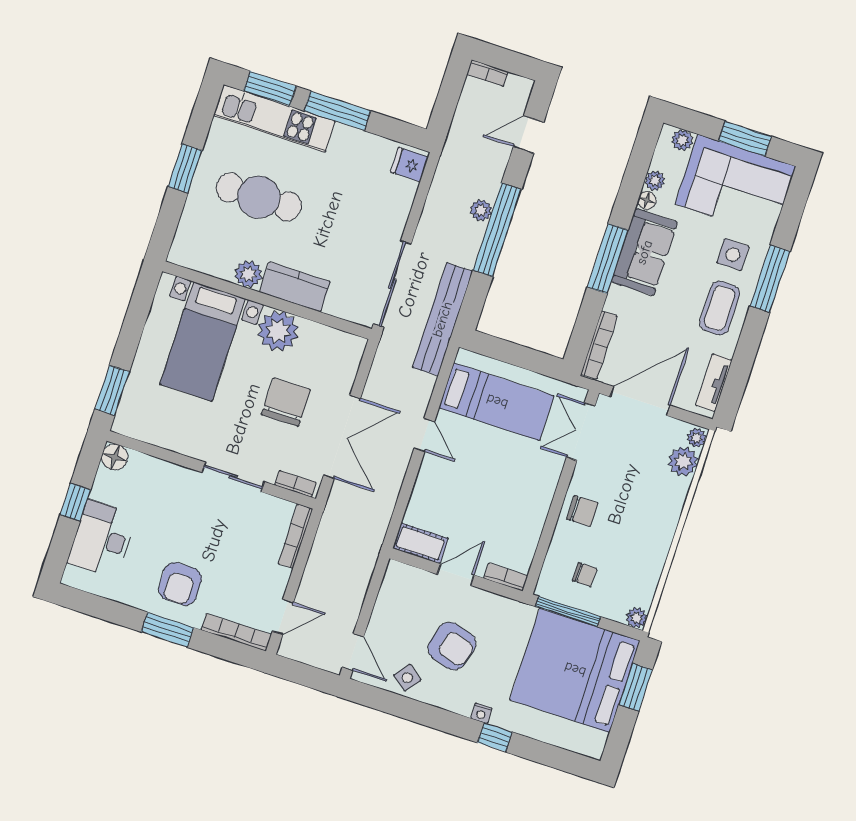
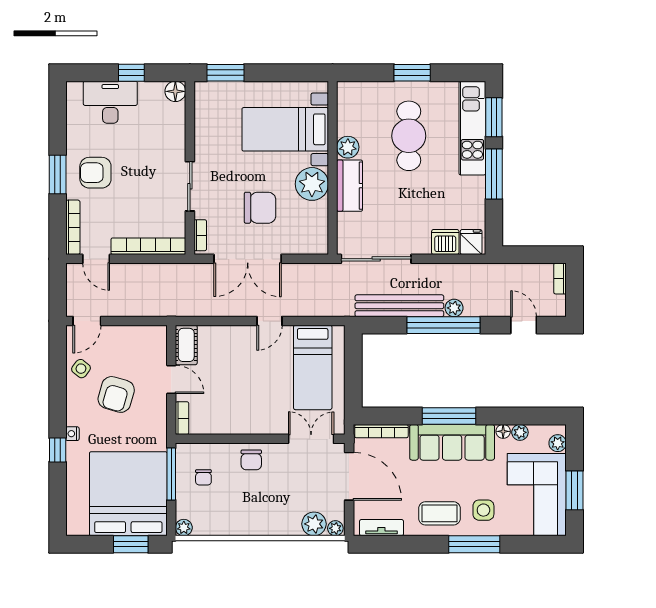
dishwasher: (399, 195) -> (445, 242), added
sofa: (644, 252) -> (452, 442), width x1.36
bench: (442, 319) -> (399, 306), moved
bookcase: (295, 536) -> (148, 246), width x1.48, depth x1.31

